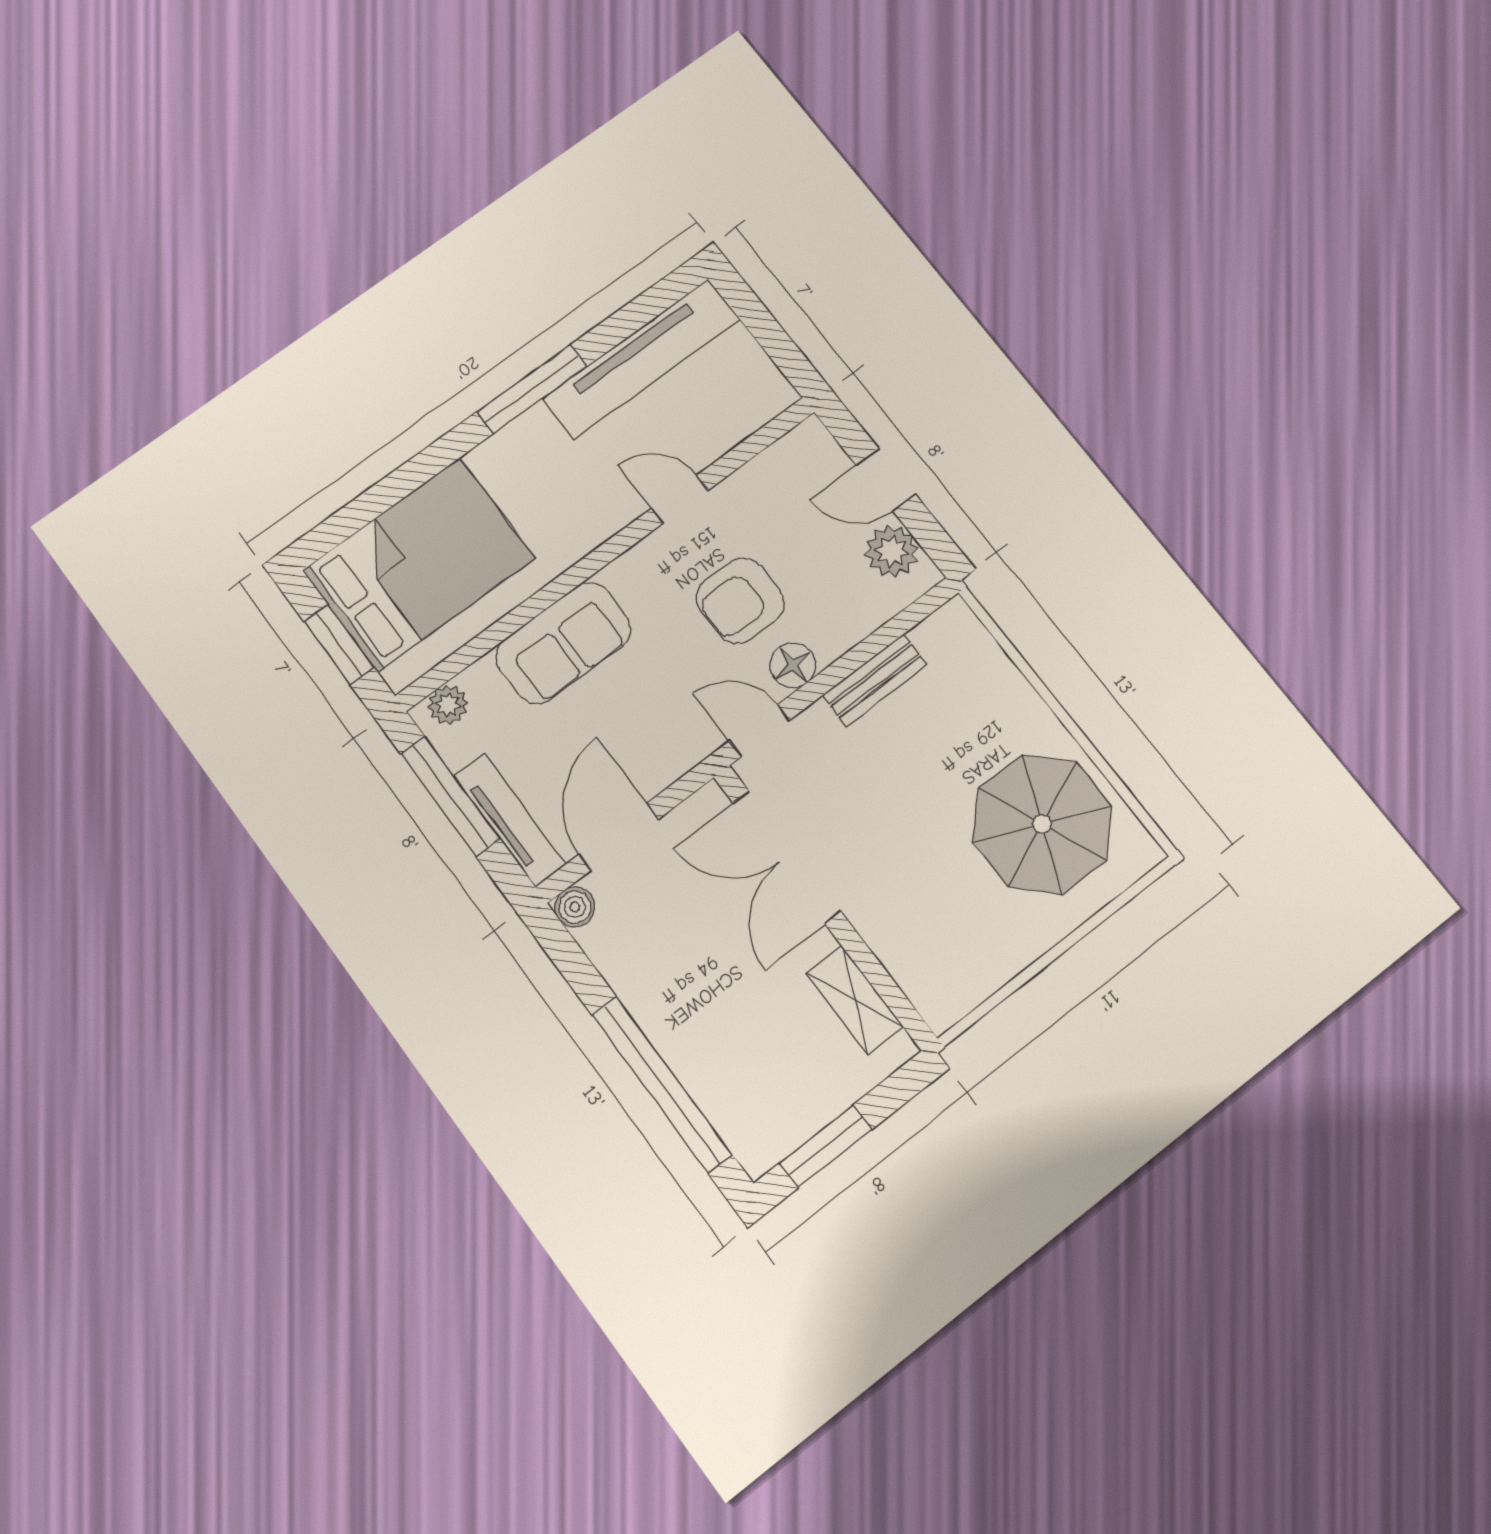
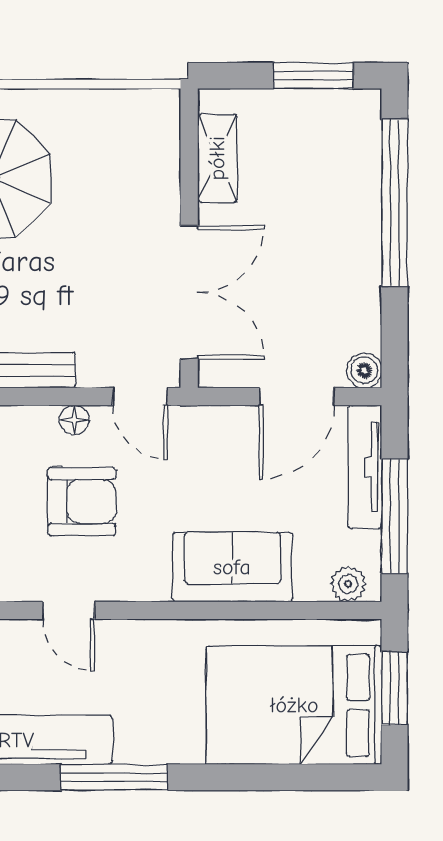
floor lamp: (793, 665) -> (74, 420), width x0.73, depth x0.73

